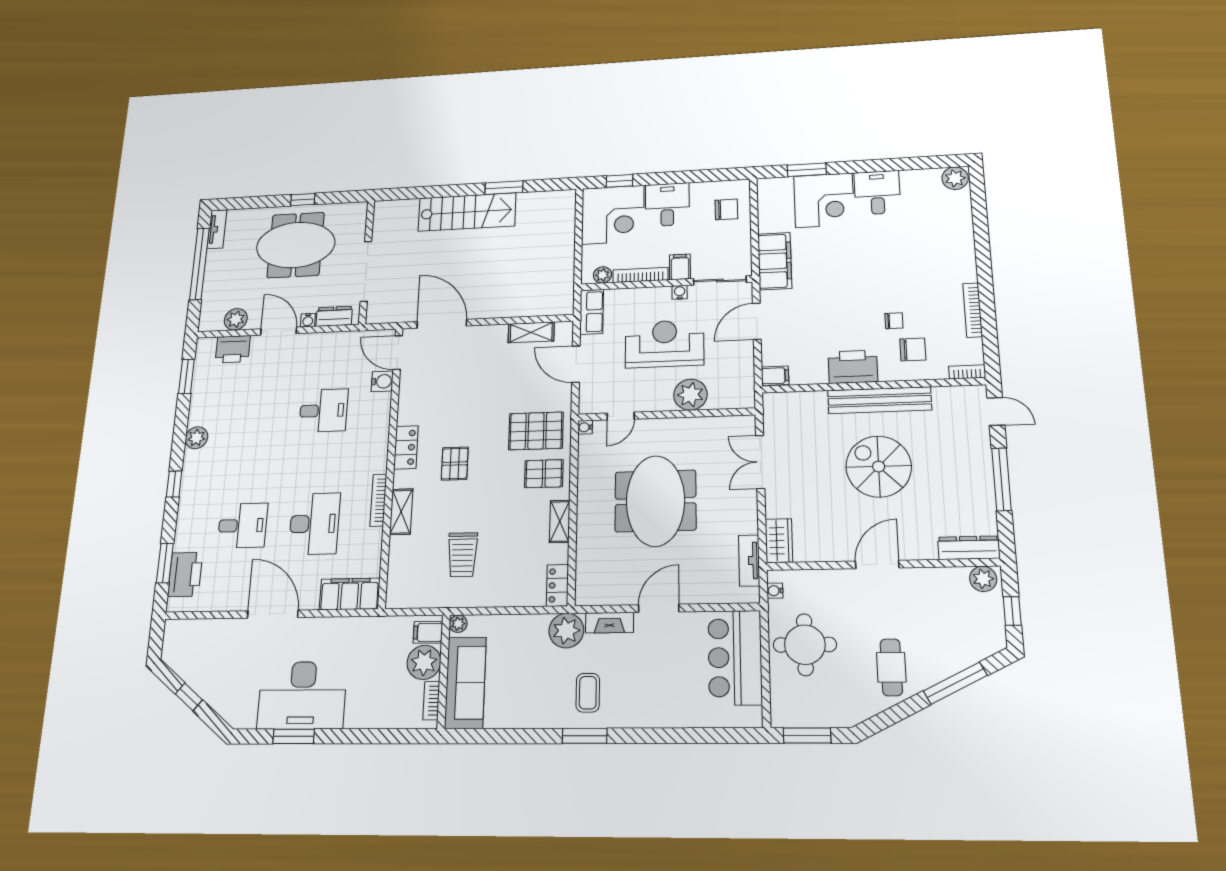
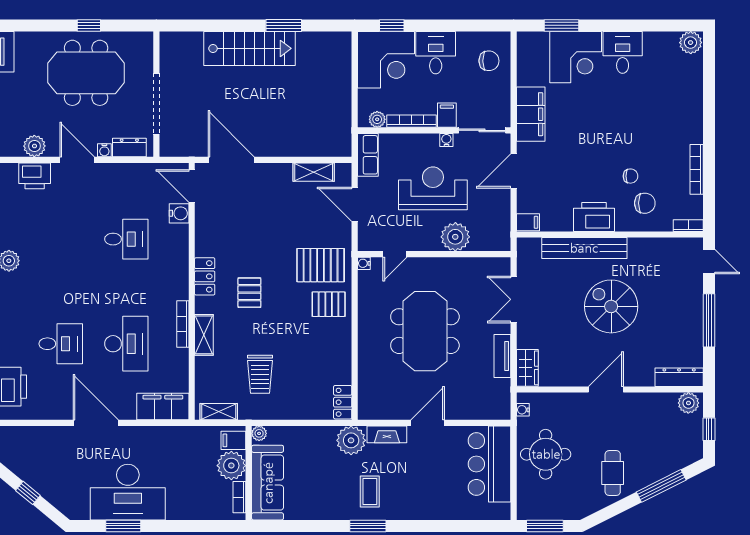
bench: (879, 400) -> (584, 248), moved
shelving: (560, 521) -> (219, 412), moved, turned 90
tv unit: (749, 561) -> (502, 356), moved

